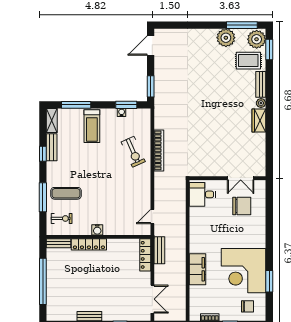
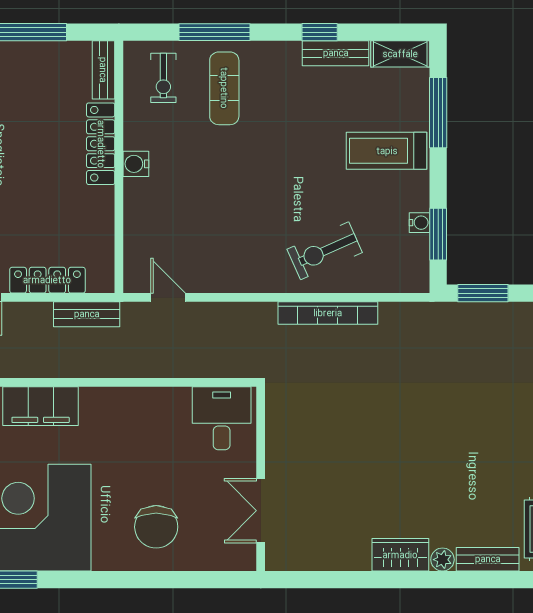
chair: (242, 206) -> (156, 527), moved
locker: (145, 255) -> (47, 280), moved

